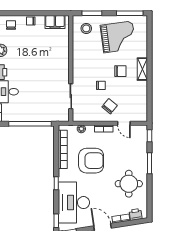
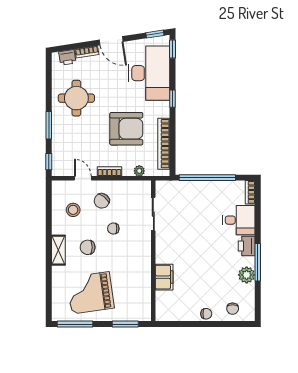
filing cabinet: (55, 22) -> (164, 277), moved, turned 90
stool: (86, 28) -> (73, 210), moved
armchair: (91, 161) -> (126, 129), turned 180

